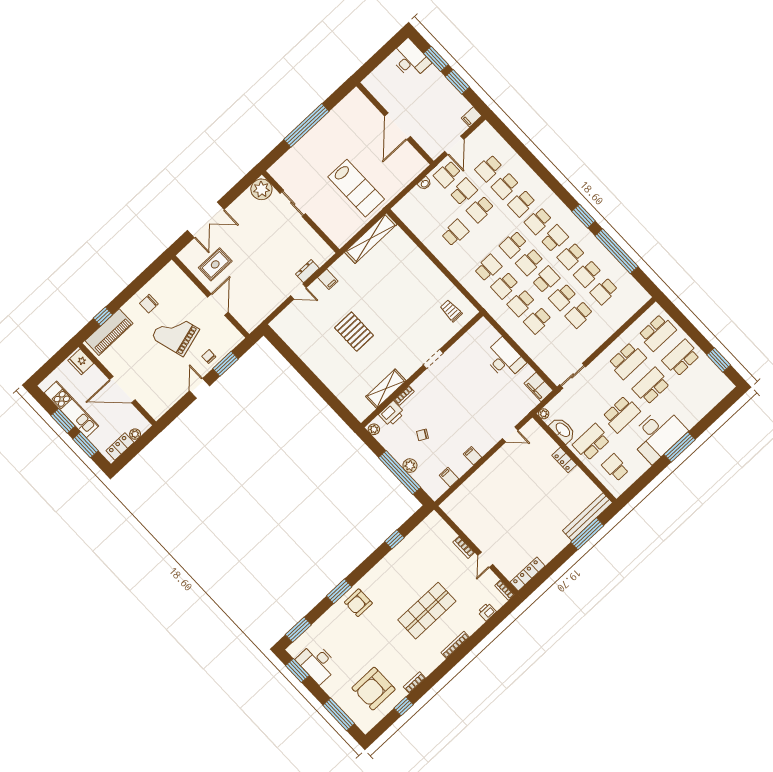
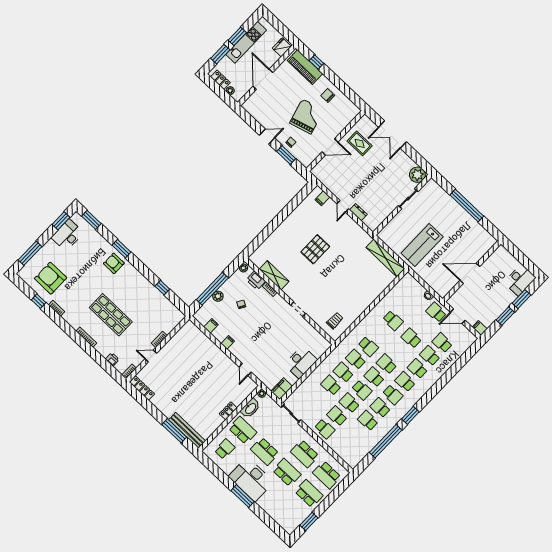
school desk: (464, 192) -> (424, 325), removed
filing cabinet: (328, 279) -> (322, 198), moved
school desk: (604, 291) -> (325, 429), moved, turned 180

